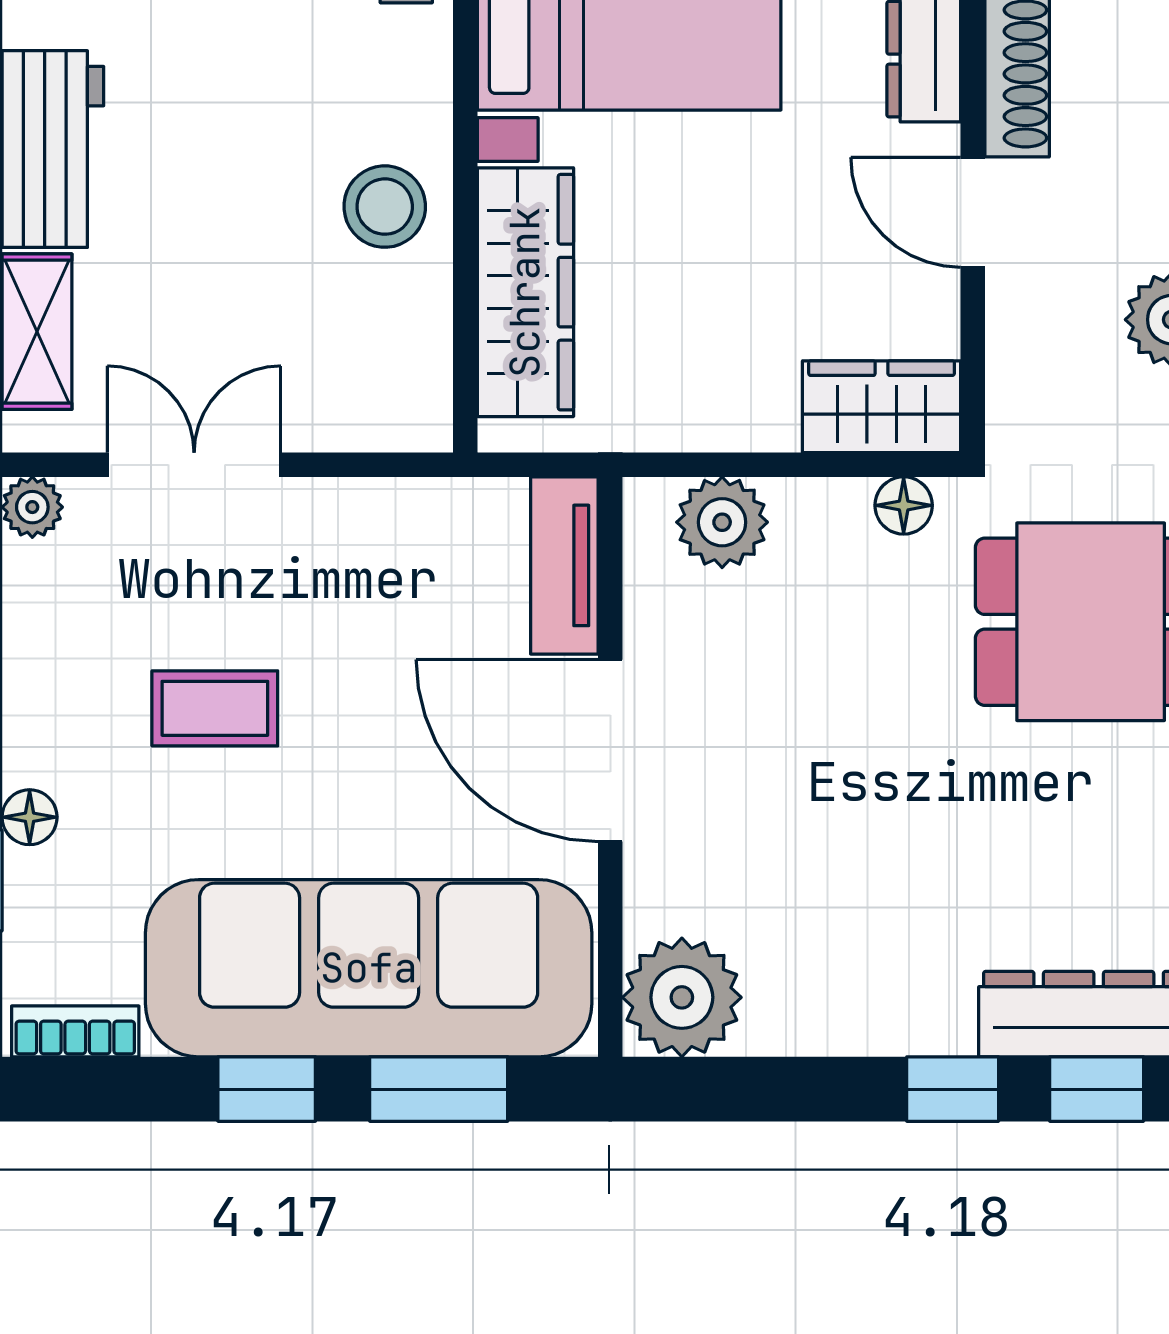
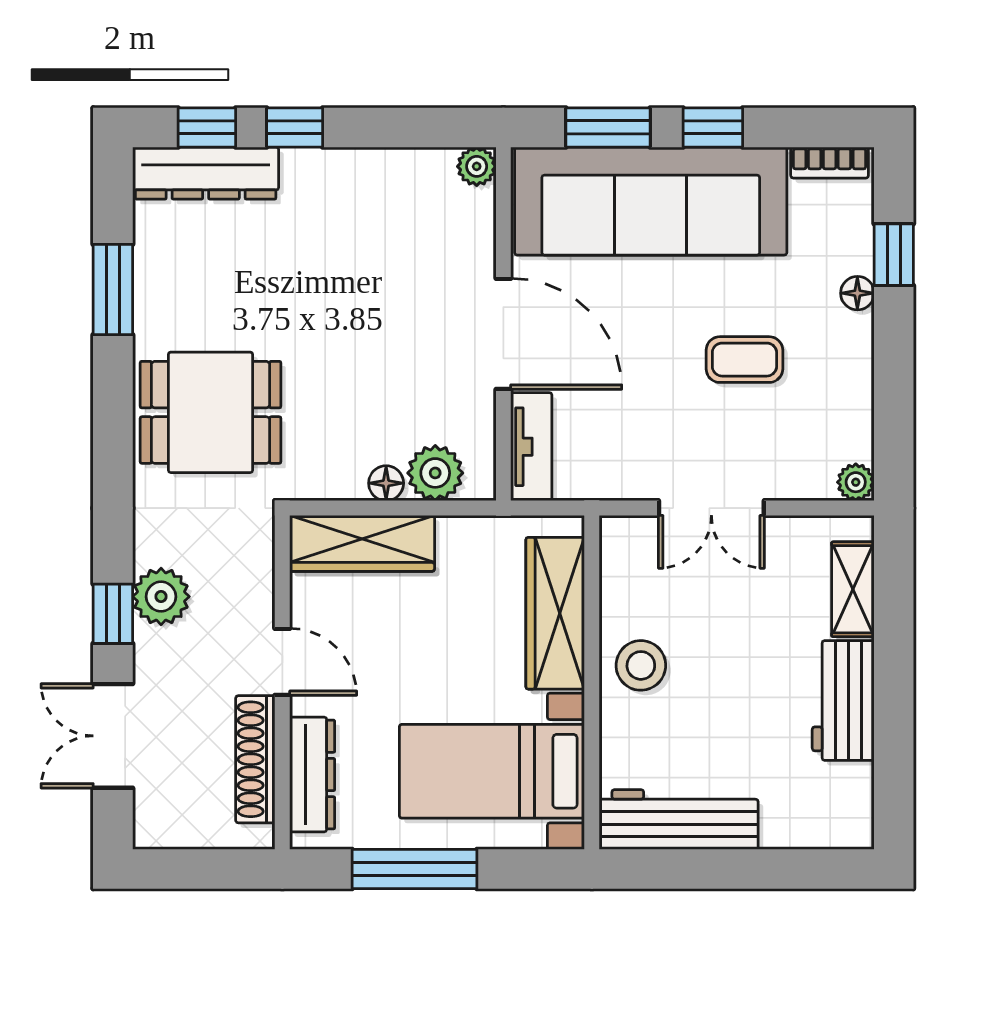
wardrobe: (882, 407) -> (362, 543), width x1.50
double door: (194, 465) -> (711, 508), moved
floor lamp: (904, 505) -> (386, 483), moved
plant: (682, 997) -> (477, 166), width x0.53, depth x0.53

